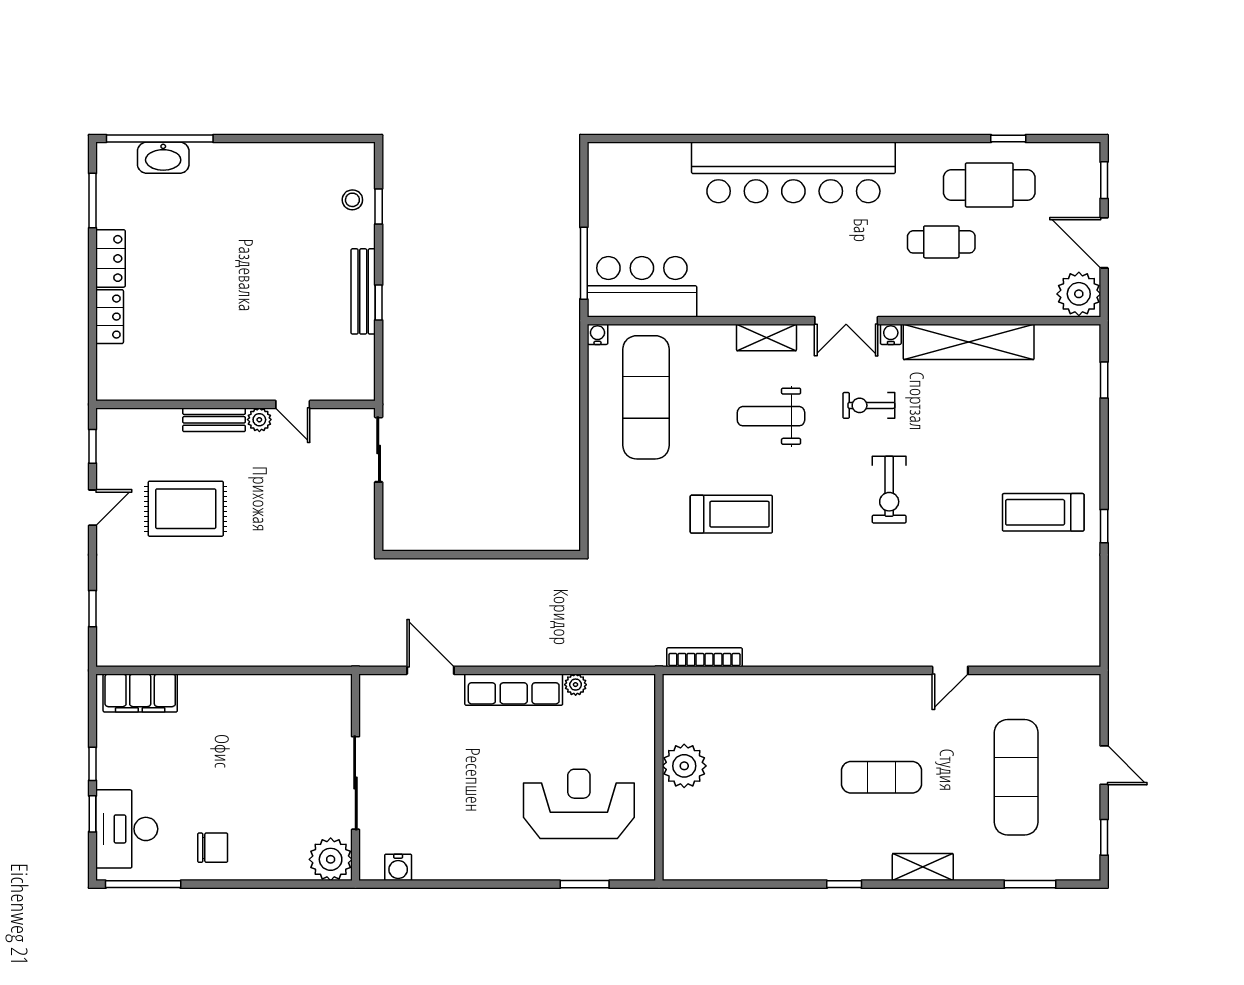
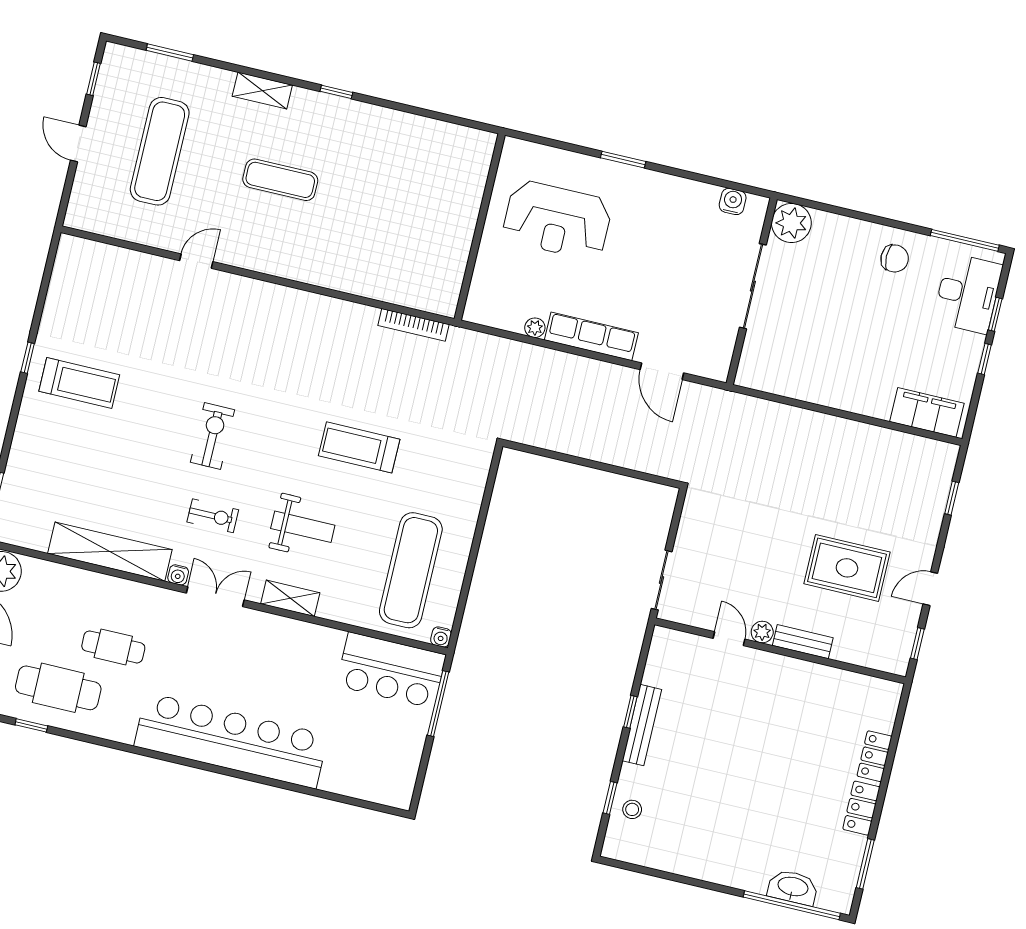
plant: (684, 766) -> (455, 232), removed
chair: (213, 848) -> (895, 258), turned 180
window: (585, 884) -> (623, 160), moved

